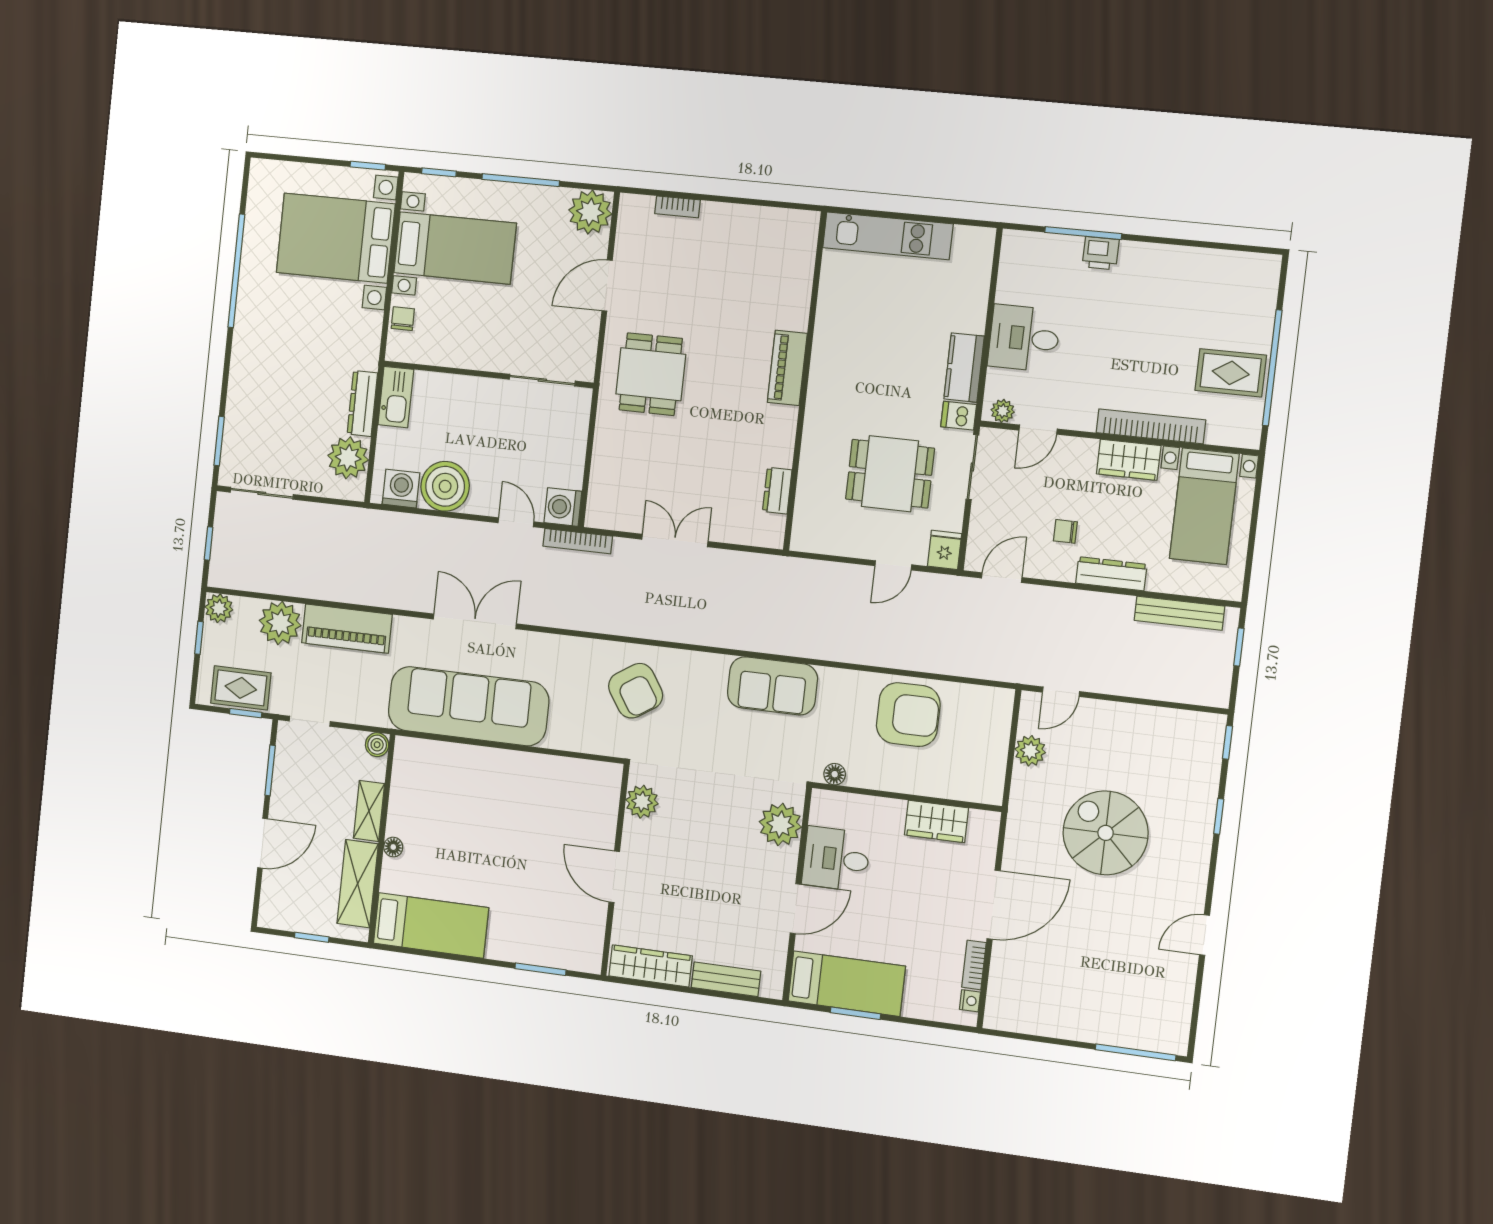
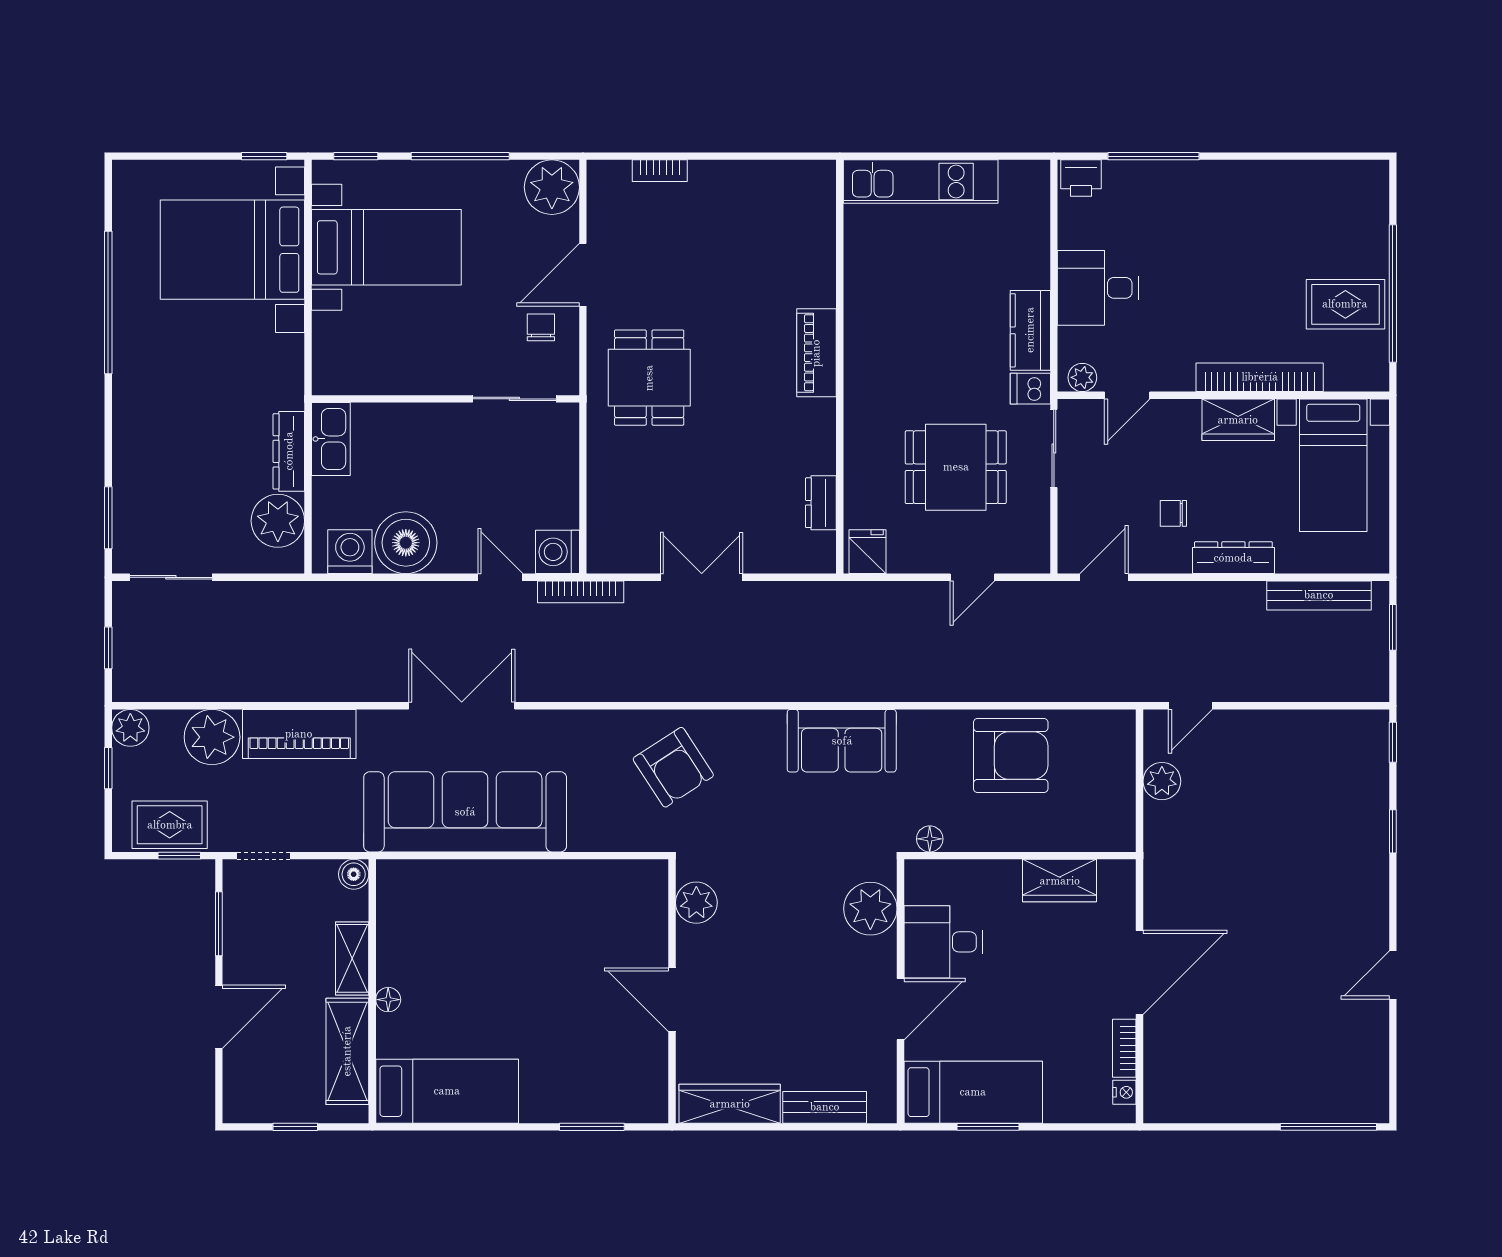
printer: (1101, 253) -> (1081, 178), moved
chair: (403, 319) -> (541, 327), moved
fridge: (945, 550) -> (868, 552), moved
spiral stairs: (1106, 833) -> (1263, 868), removed

